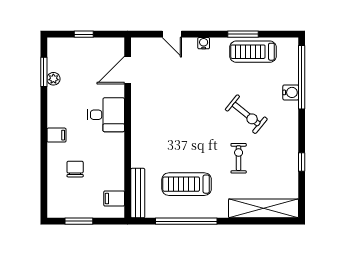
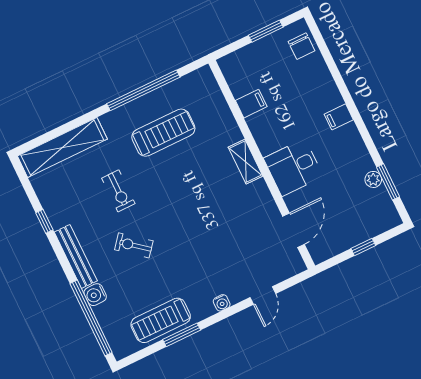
door: (172, 34) -> (263, 296), swing flipped
treadmill: (253, 52) -> (161, 320), turned 180
exercise bike: (246, 114) -> (134, 245), width x0.73, depth x0.72
shelving: (138, 135) -> (246, 162), added
chair: (75, 169) -> (302, 46), moved
bench: (138, 193) -> (76, 256), moved
filing cabinet: (114, 199) -> (251, 104), moved

